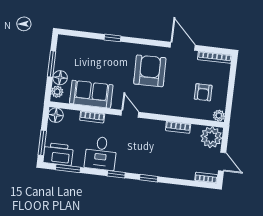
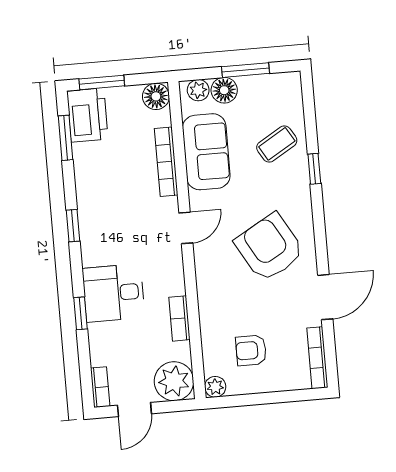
coffee table: (95, 55) -> (277, 144), added
armchair: (150, 71) -> (269, 247), turned -119
bookcase: (92, 117) -> (166, 162), width x1.56
desk: (101, 153) -> (114, 293), moved
window: (149, 178) -> (81, 313), moved

